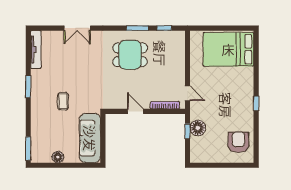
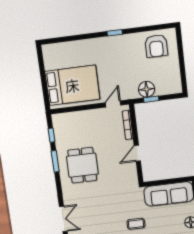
bed: (228, 49) -> (72, 85), moved, turned -90
armchair: (238, 142) -> (156, 46), turned -90

